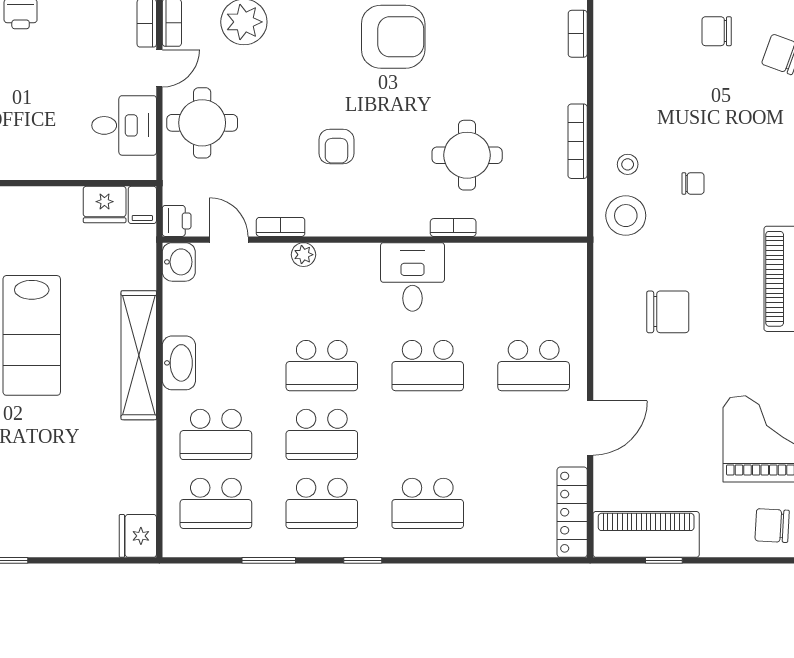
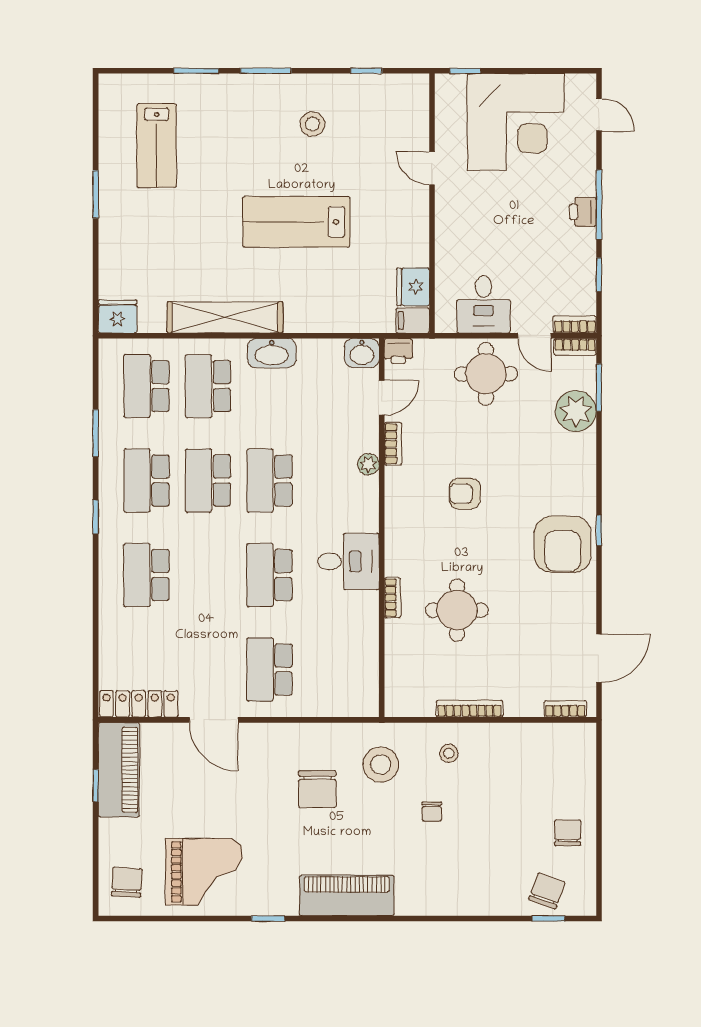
stool: (626, 216) -> (381, 765), moved
shelving: (139, 355) -> (225, 317), moved

